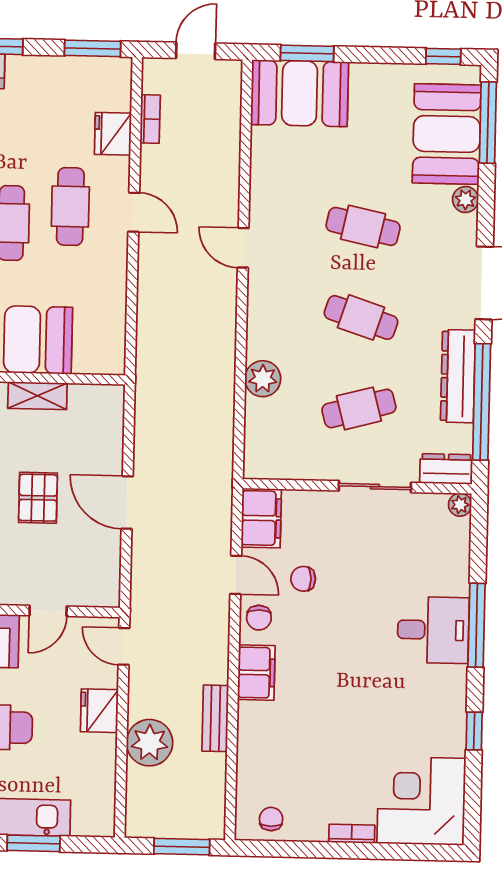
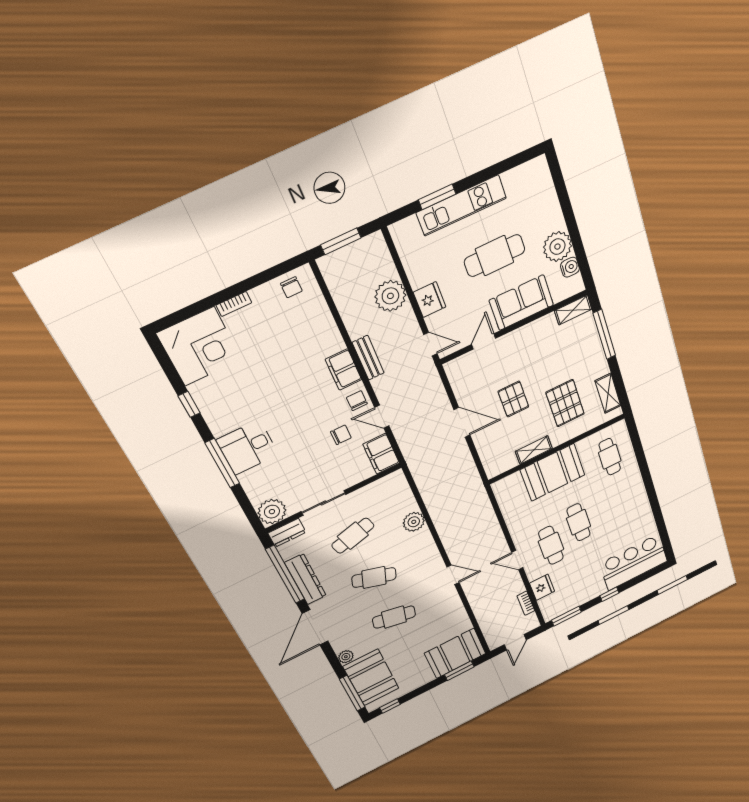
plant: (460, 505) -> (272, 512), width x1.87, depth x1.87
bench: (215, 718) -> (368, 358), moved

